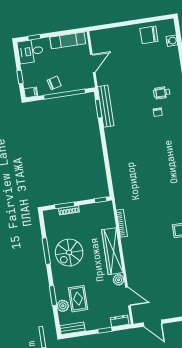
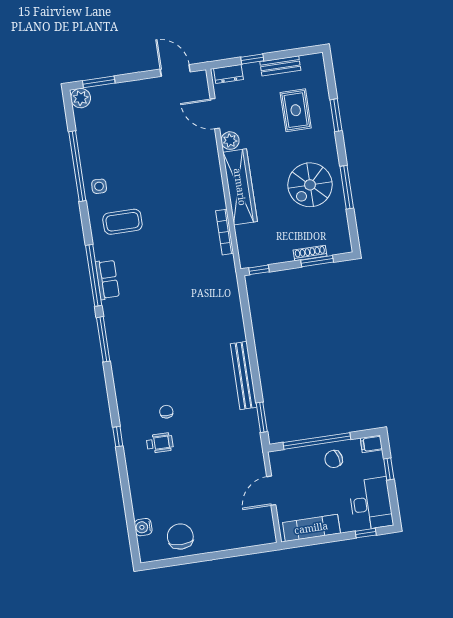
chair: (149, 35) -> (180, 537), turned -90
desk: (31, 51) -> (371, 504), width x1.37
bench: (106, 106) -> (244, 376), moved
spiral stairs: (69, 253) -> (310, 185), turned 180
plant: (63, 306) -> (320, 99), removed
bench: (72, 328) -> (280, 66), moved

